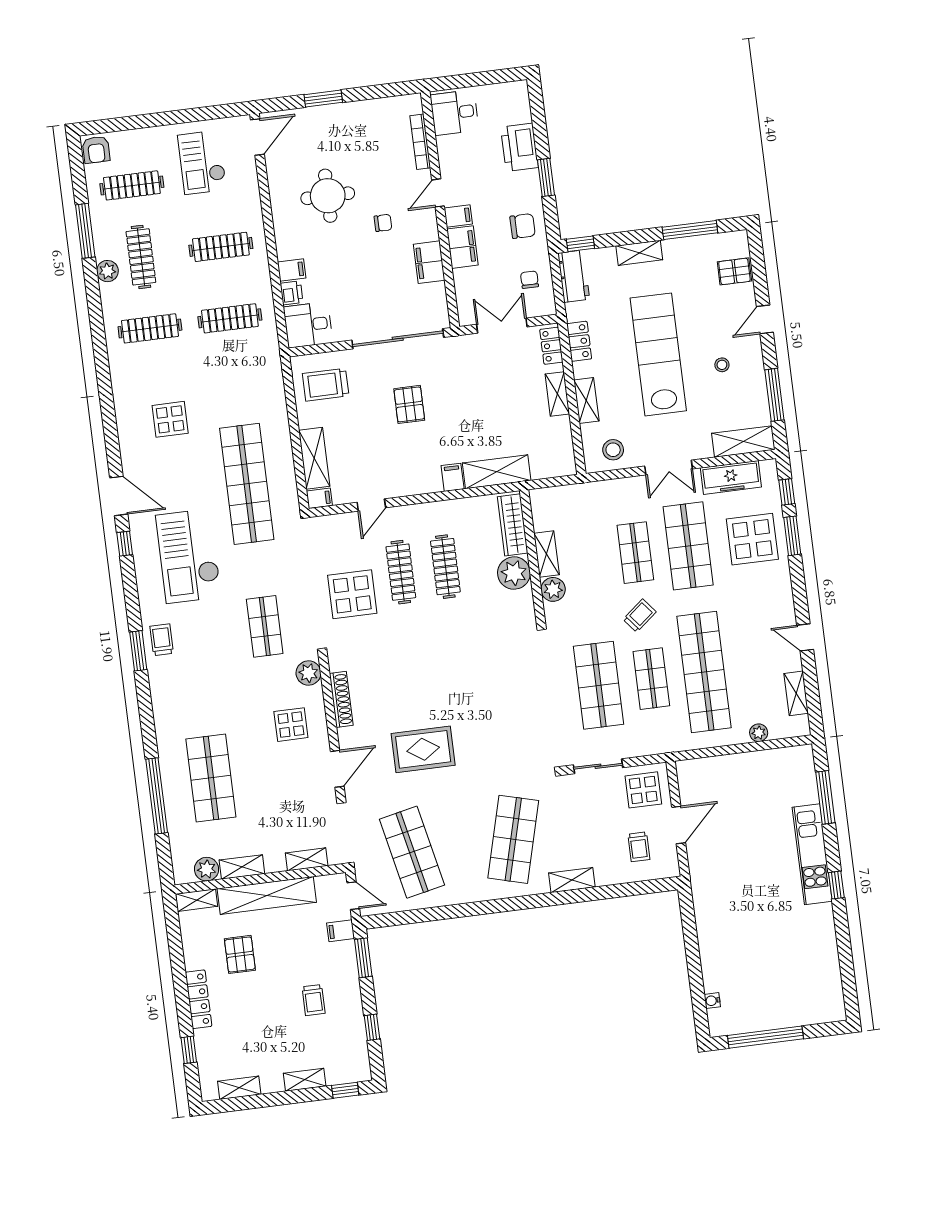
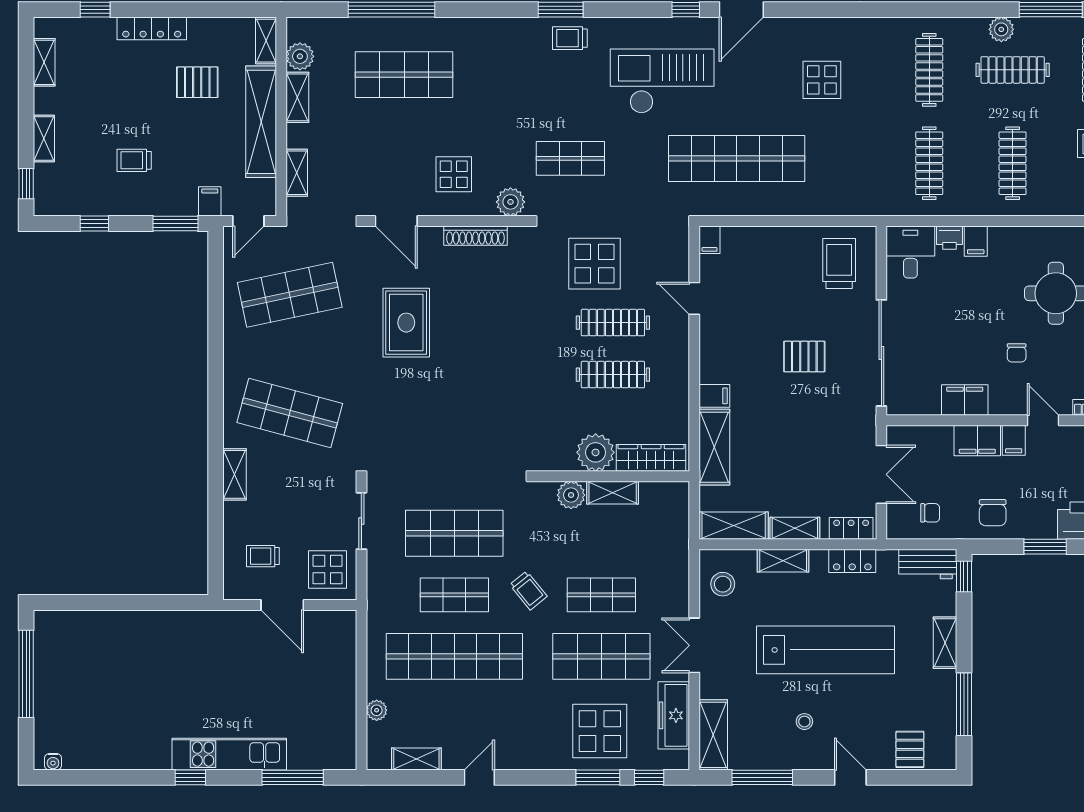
shelving: (314, 458) -> (734, 526), moved
trolley: (162, 640) -> (570, 38), turned 180
water cooler: (712, 1001) -> (53, 762), moved, turned 180

